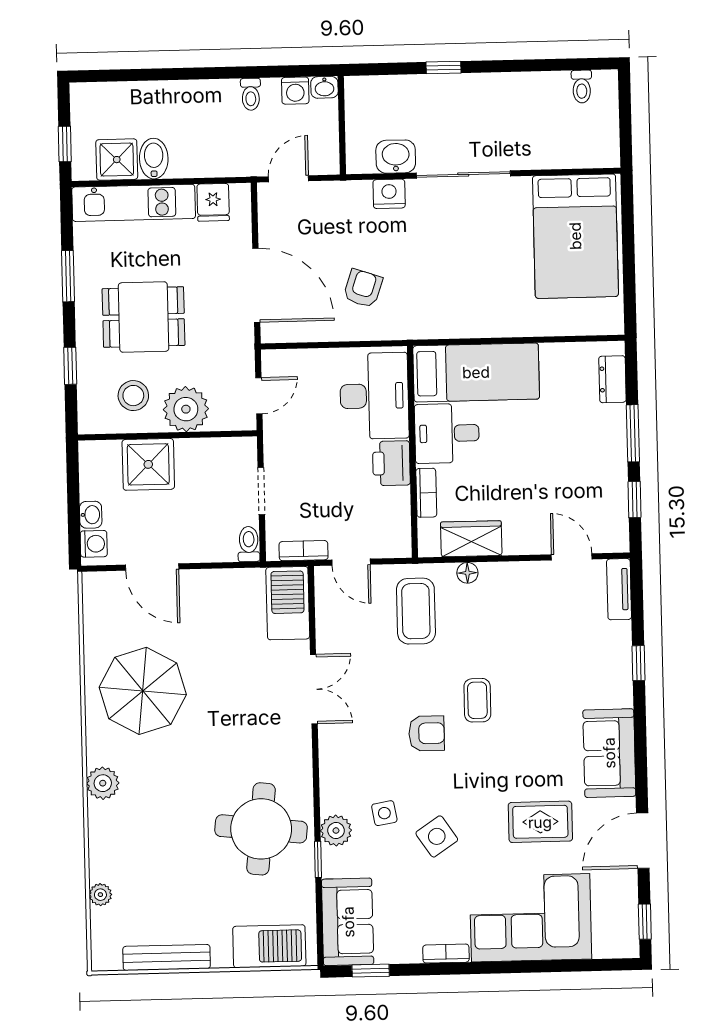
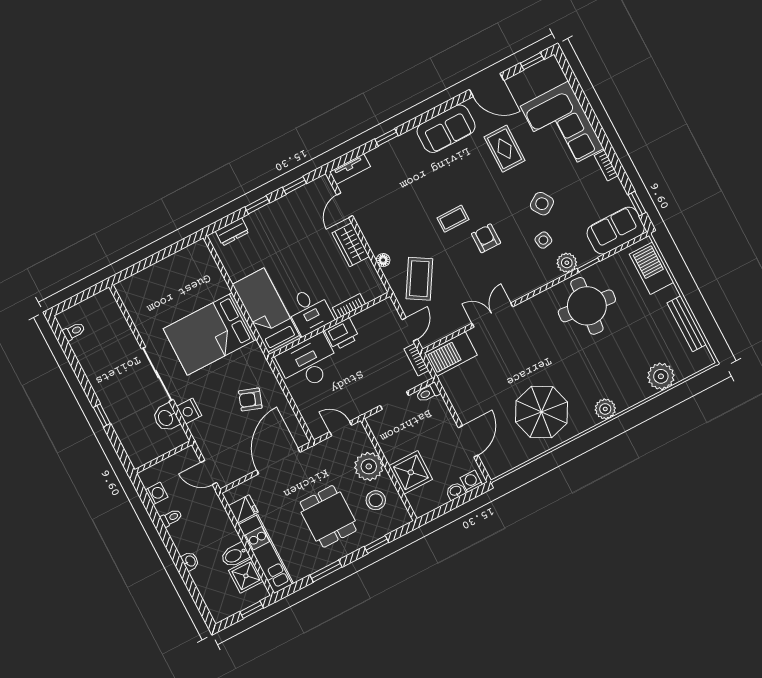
washbasin: (324, 87) -> (190, 561), moved
bed: (575, 236) -> (210, 334), moved, turned 180
window: (633, 433) -> (257, 205), width x0.67
wardrobe: (471, 539) -> (351, 245), moved
coffee table: (416, 611) -> (419, 279), turned -59
plant: (100, 895) -> (661, 376), width x1.87, depth x1.87

